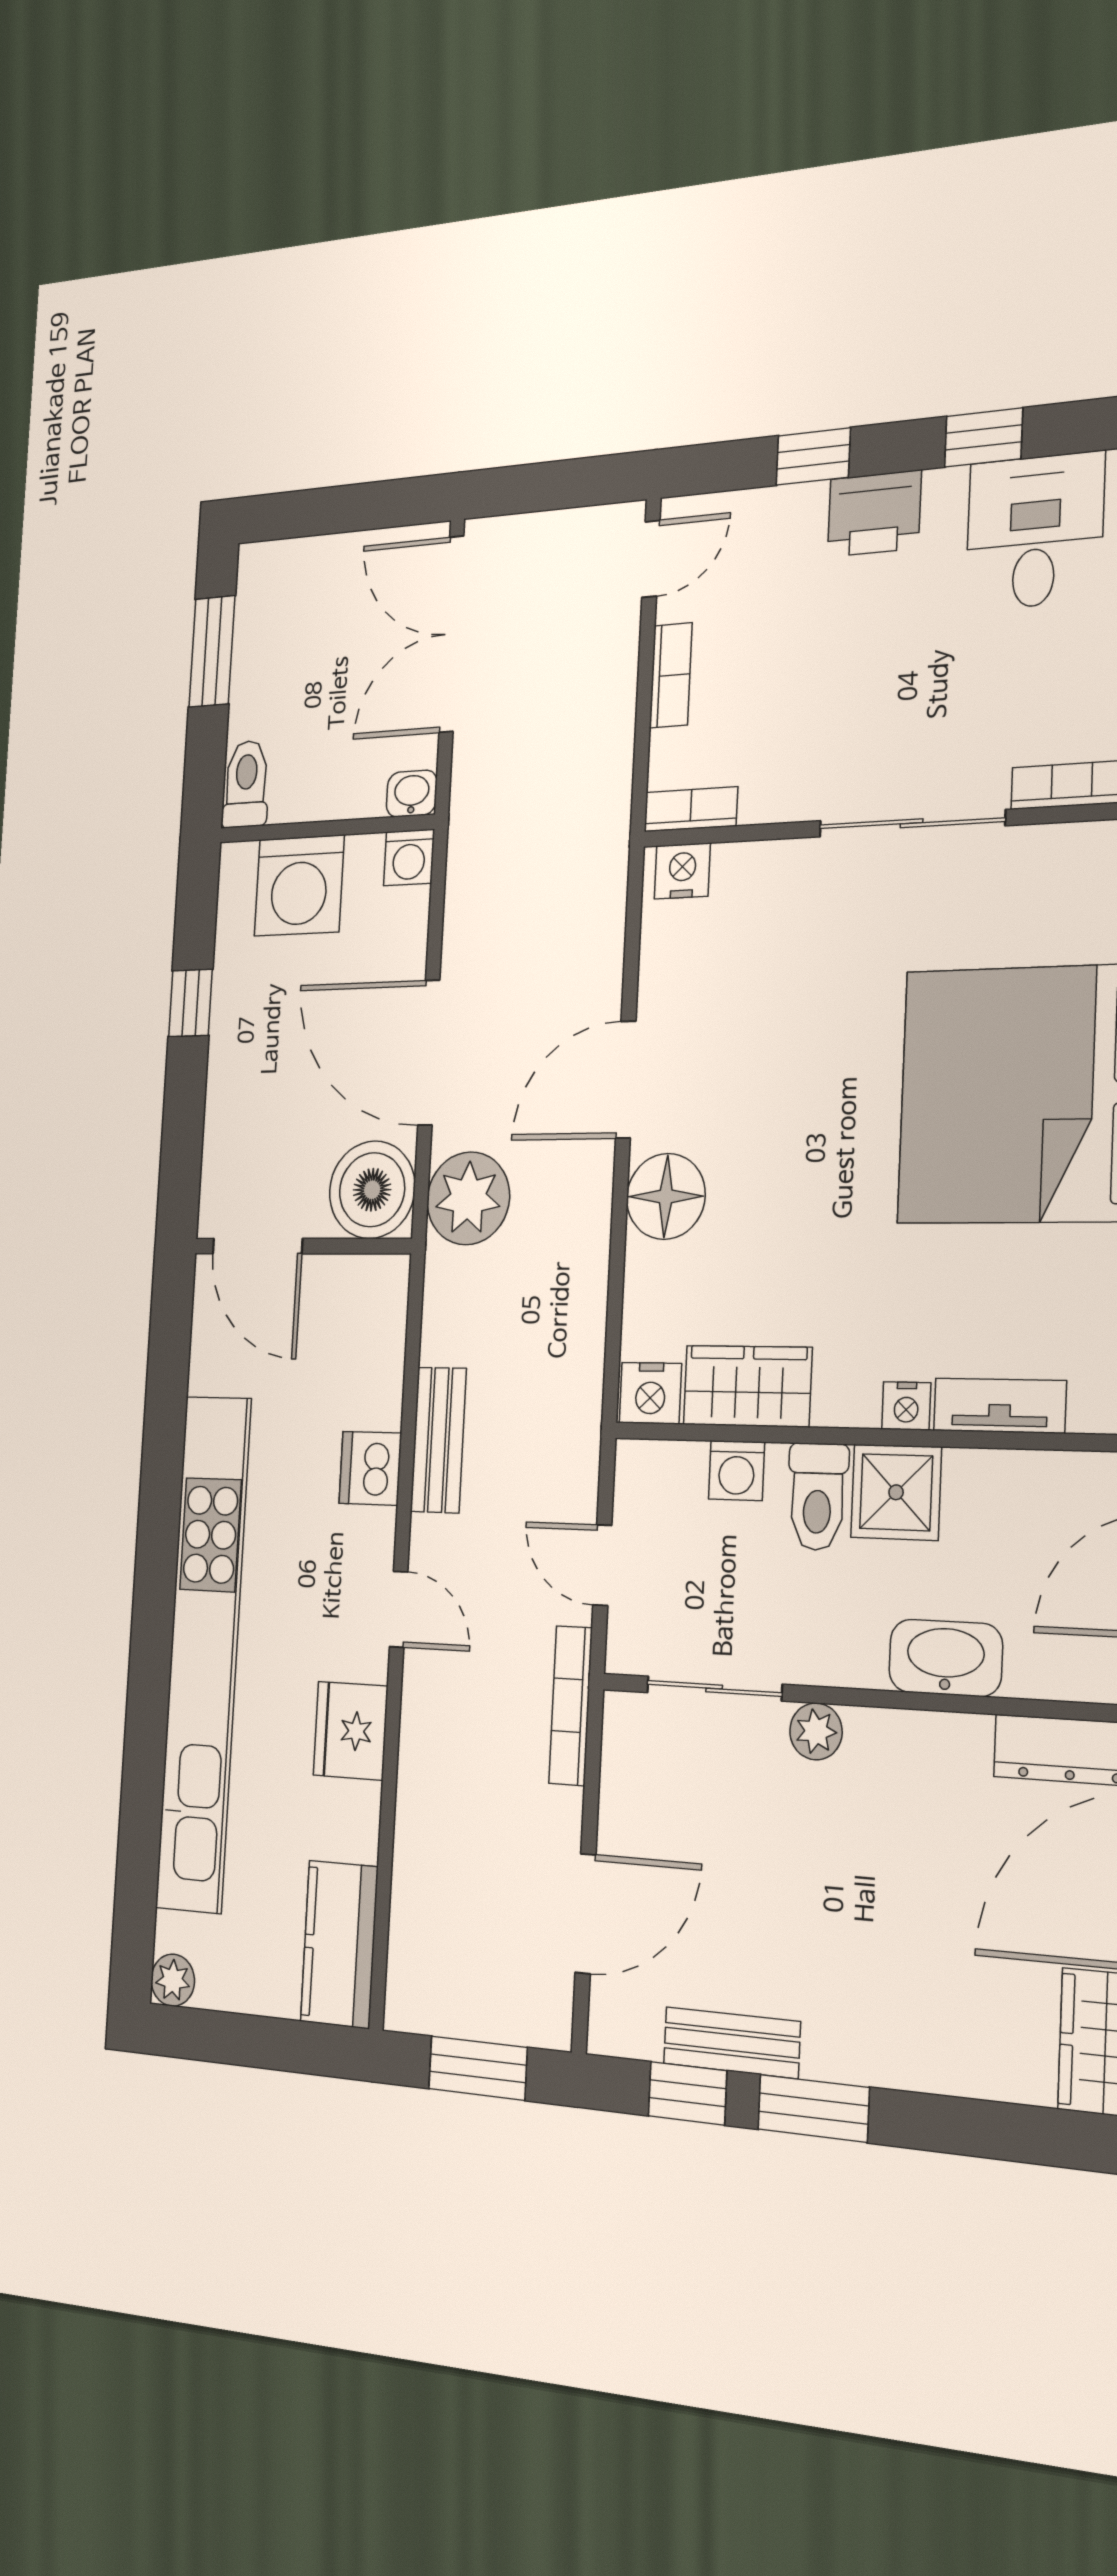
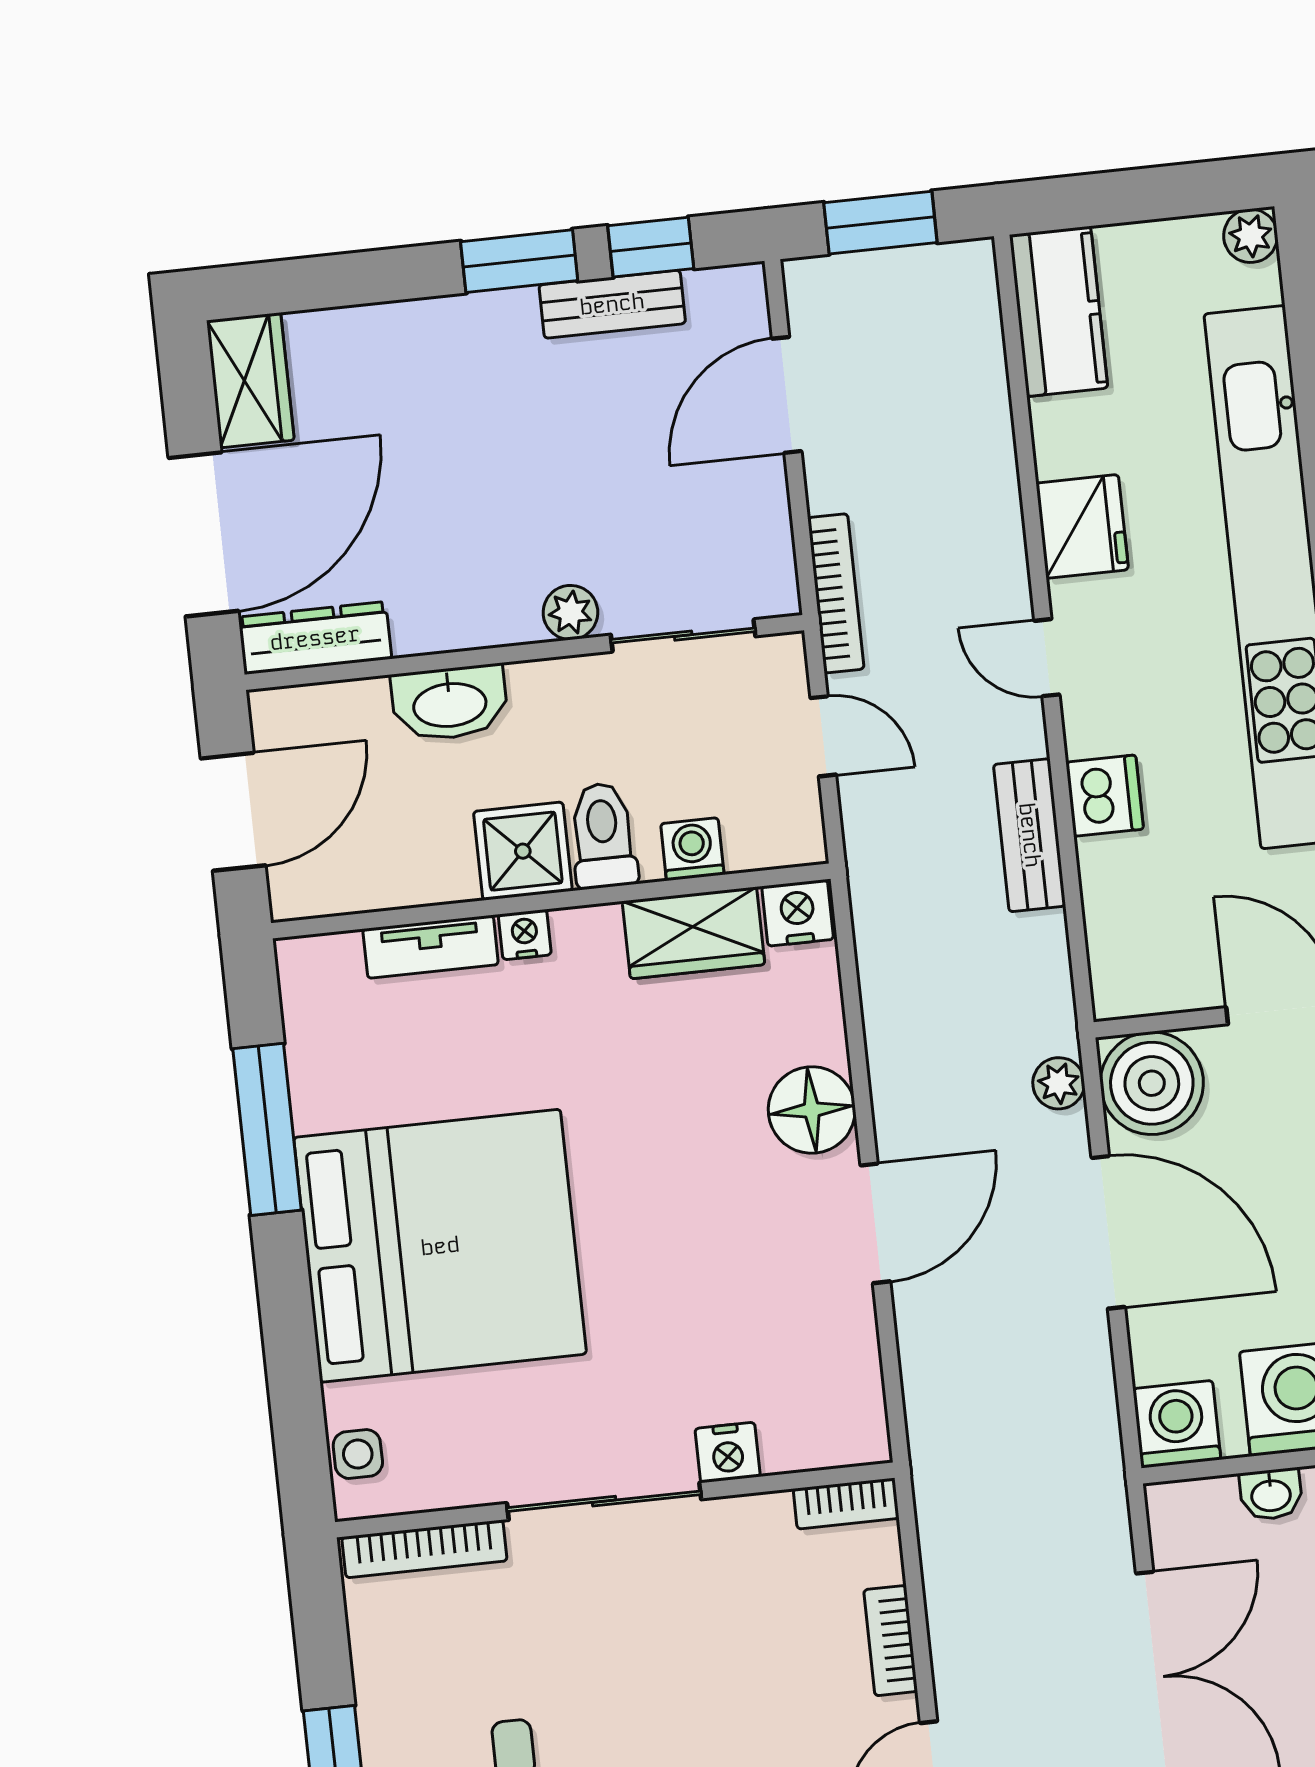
washbasin: (412, 794) -> (1271, 1494), moved
washing machine: (409, 857) -> (1177, 1424), width x1.38, depth x1.38
nightstand: (682, 871) -> (728, 1453), moved
plant: (468, 1198) -> (1059, 1083), width x0.53, depth x0.53

